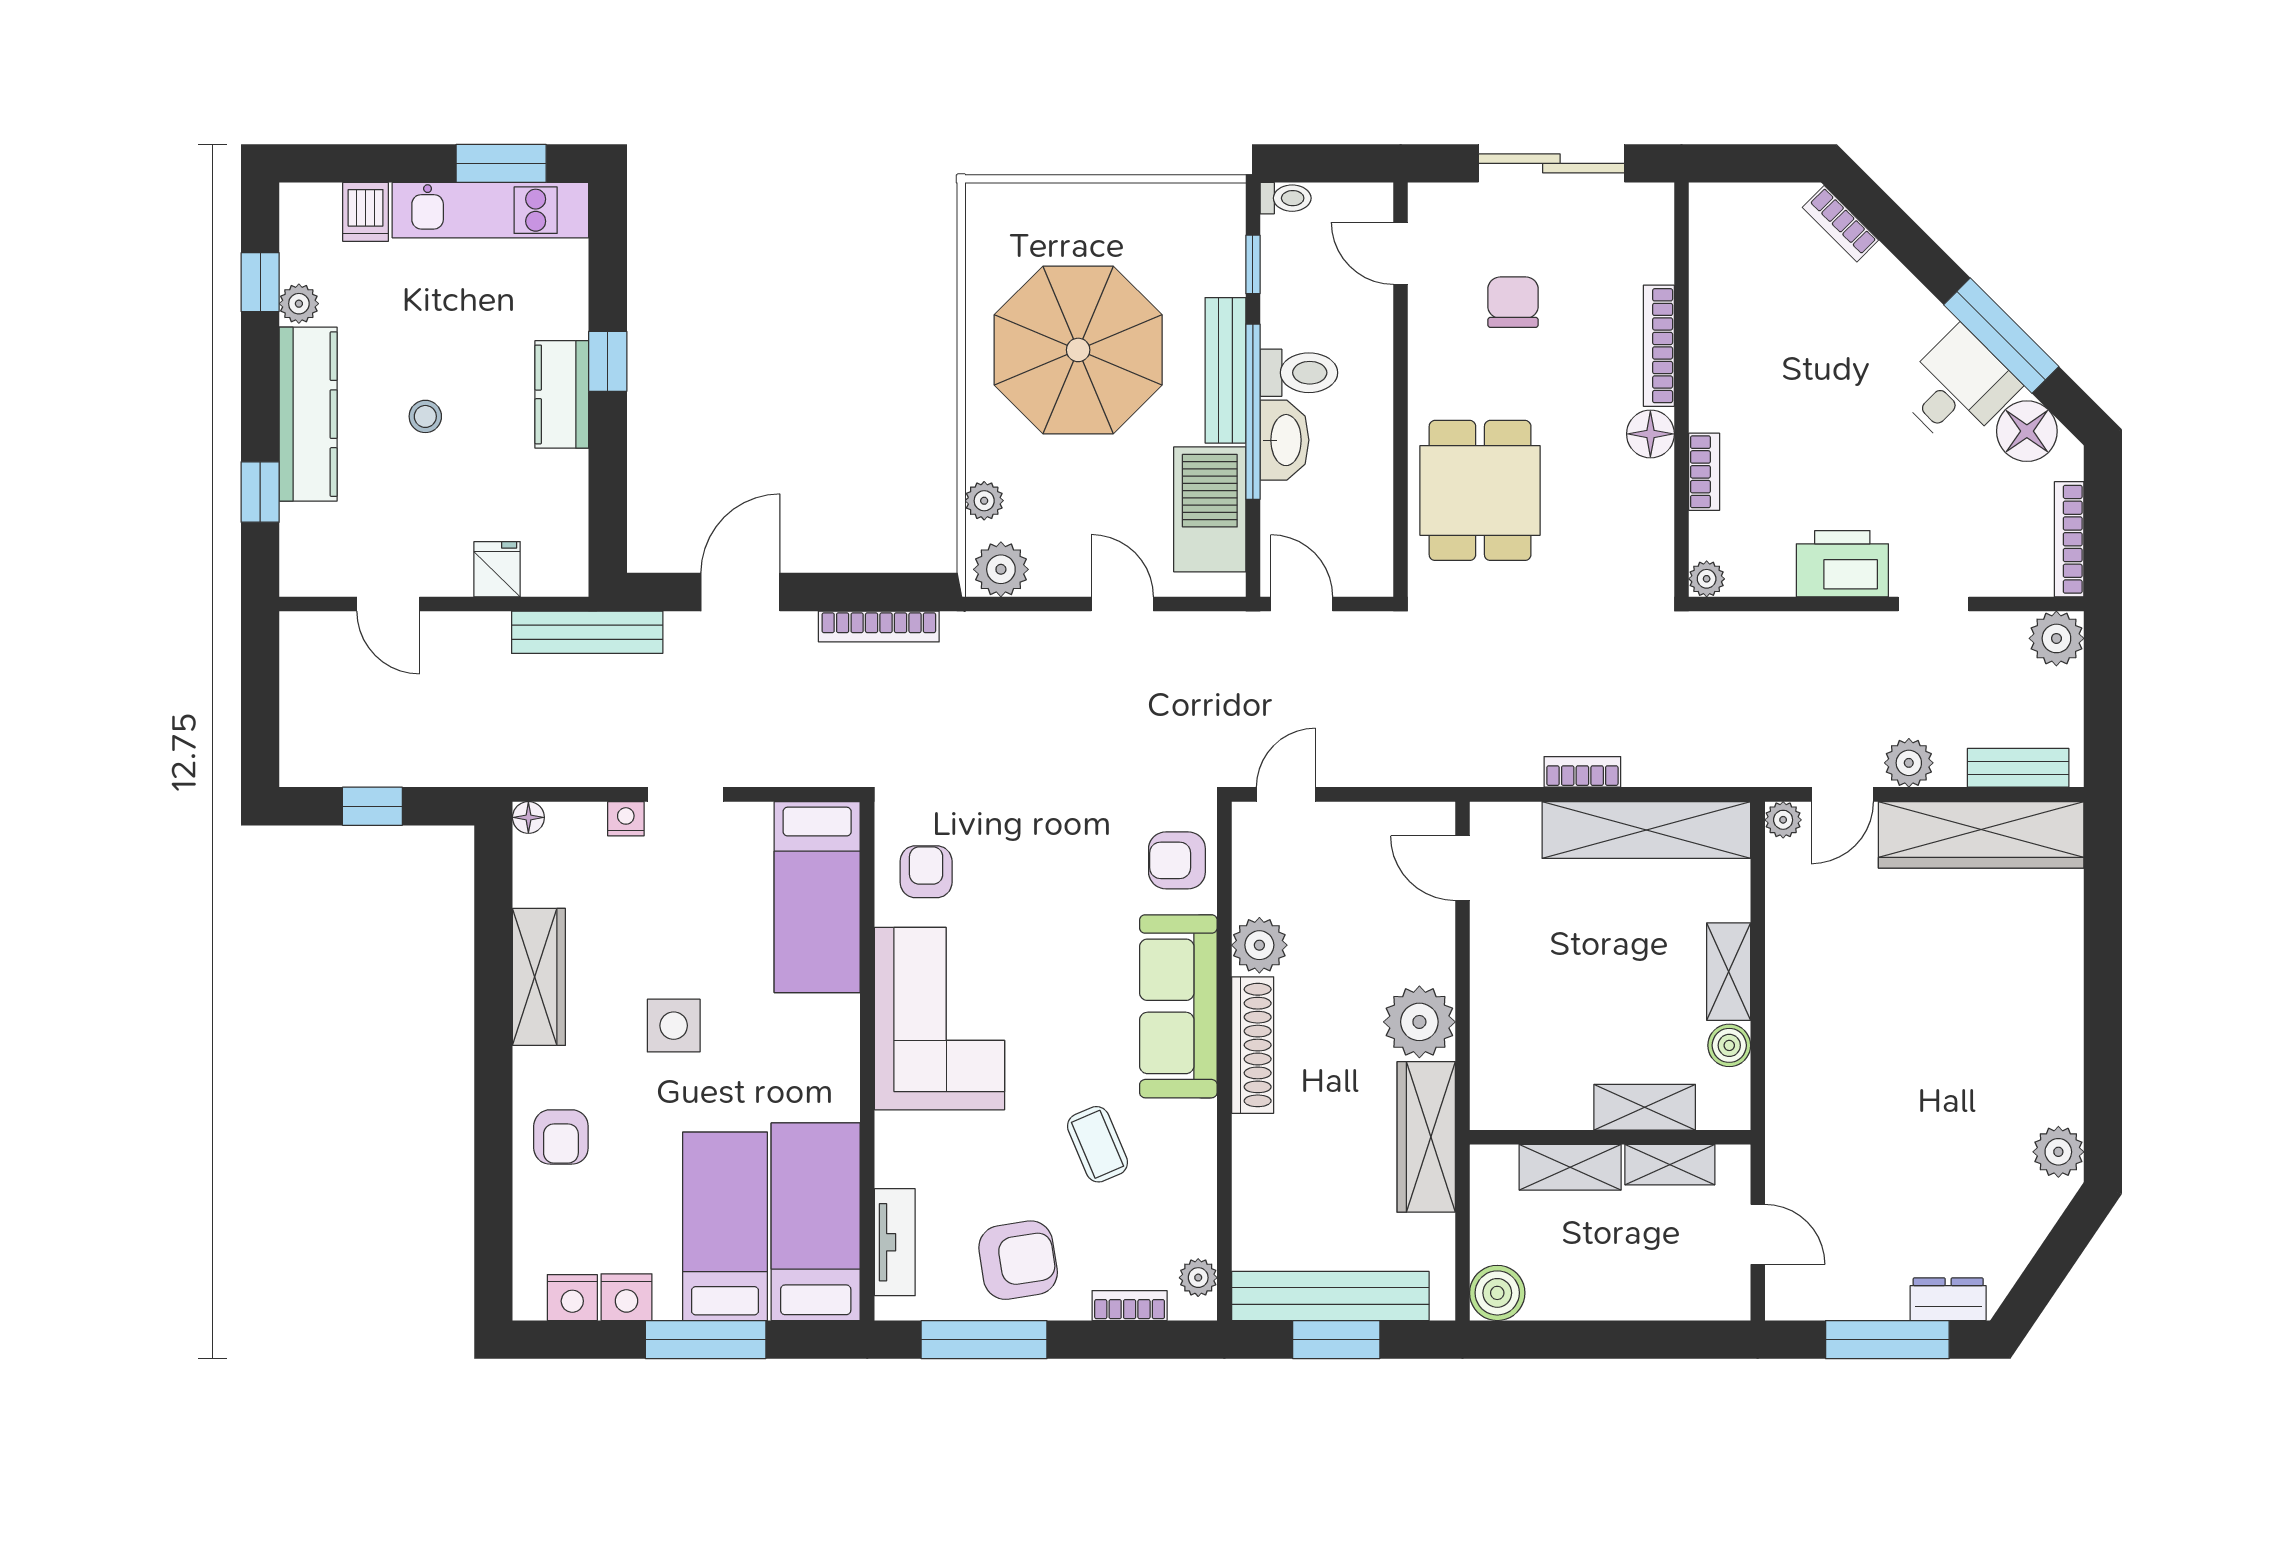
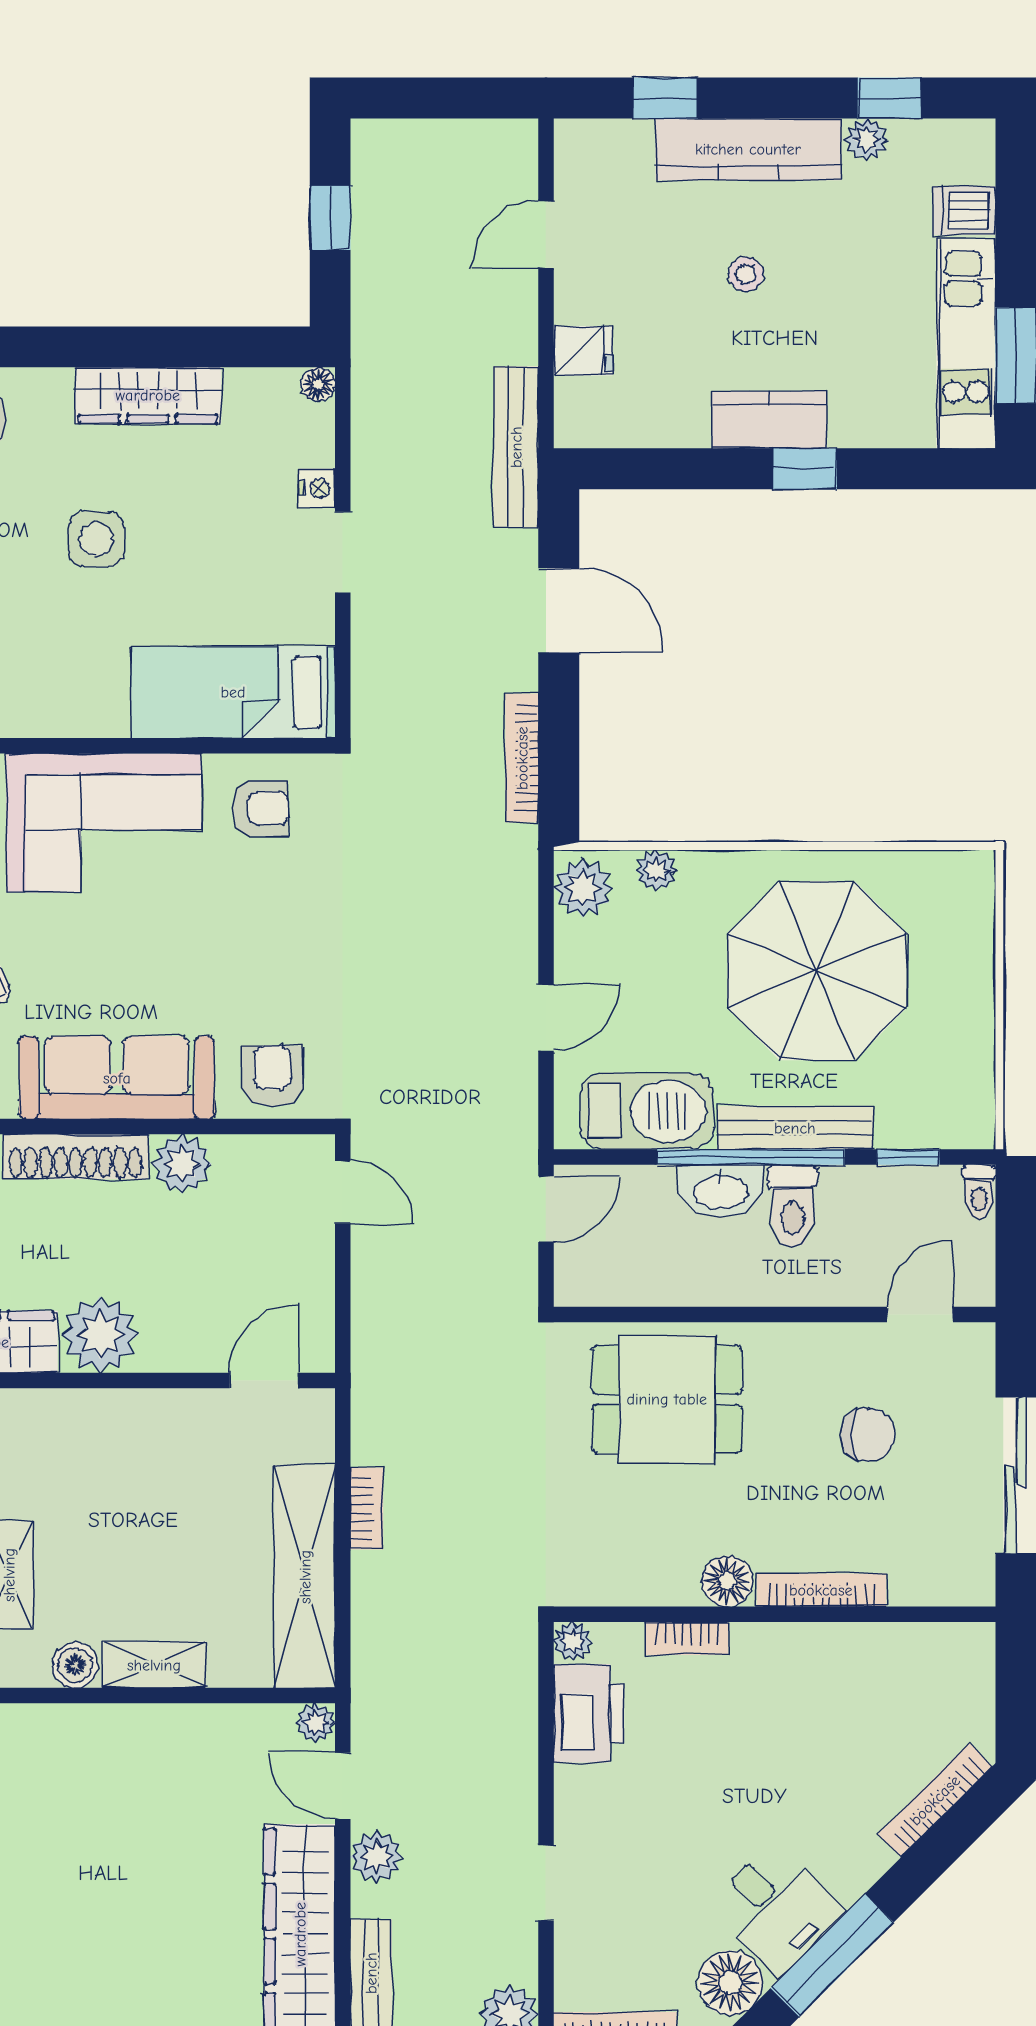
bookcase: (1840, 224) -> (935, 1800), width x1.56
printer: (1842, 564) -> (589, 1713), moved

